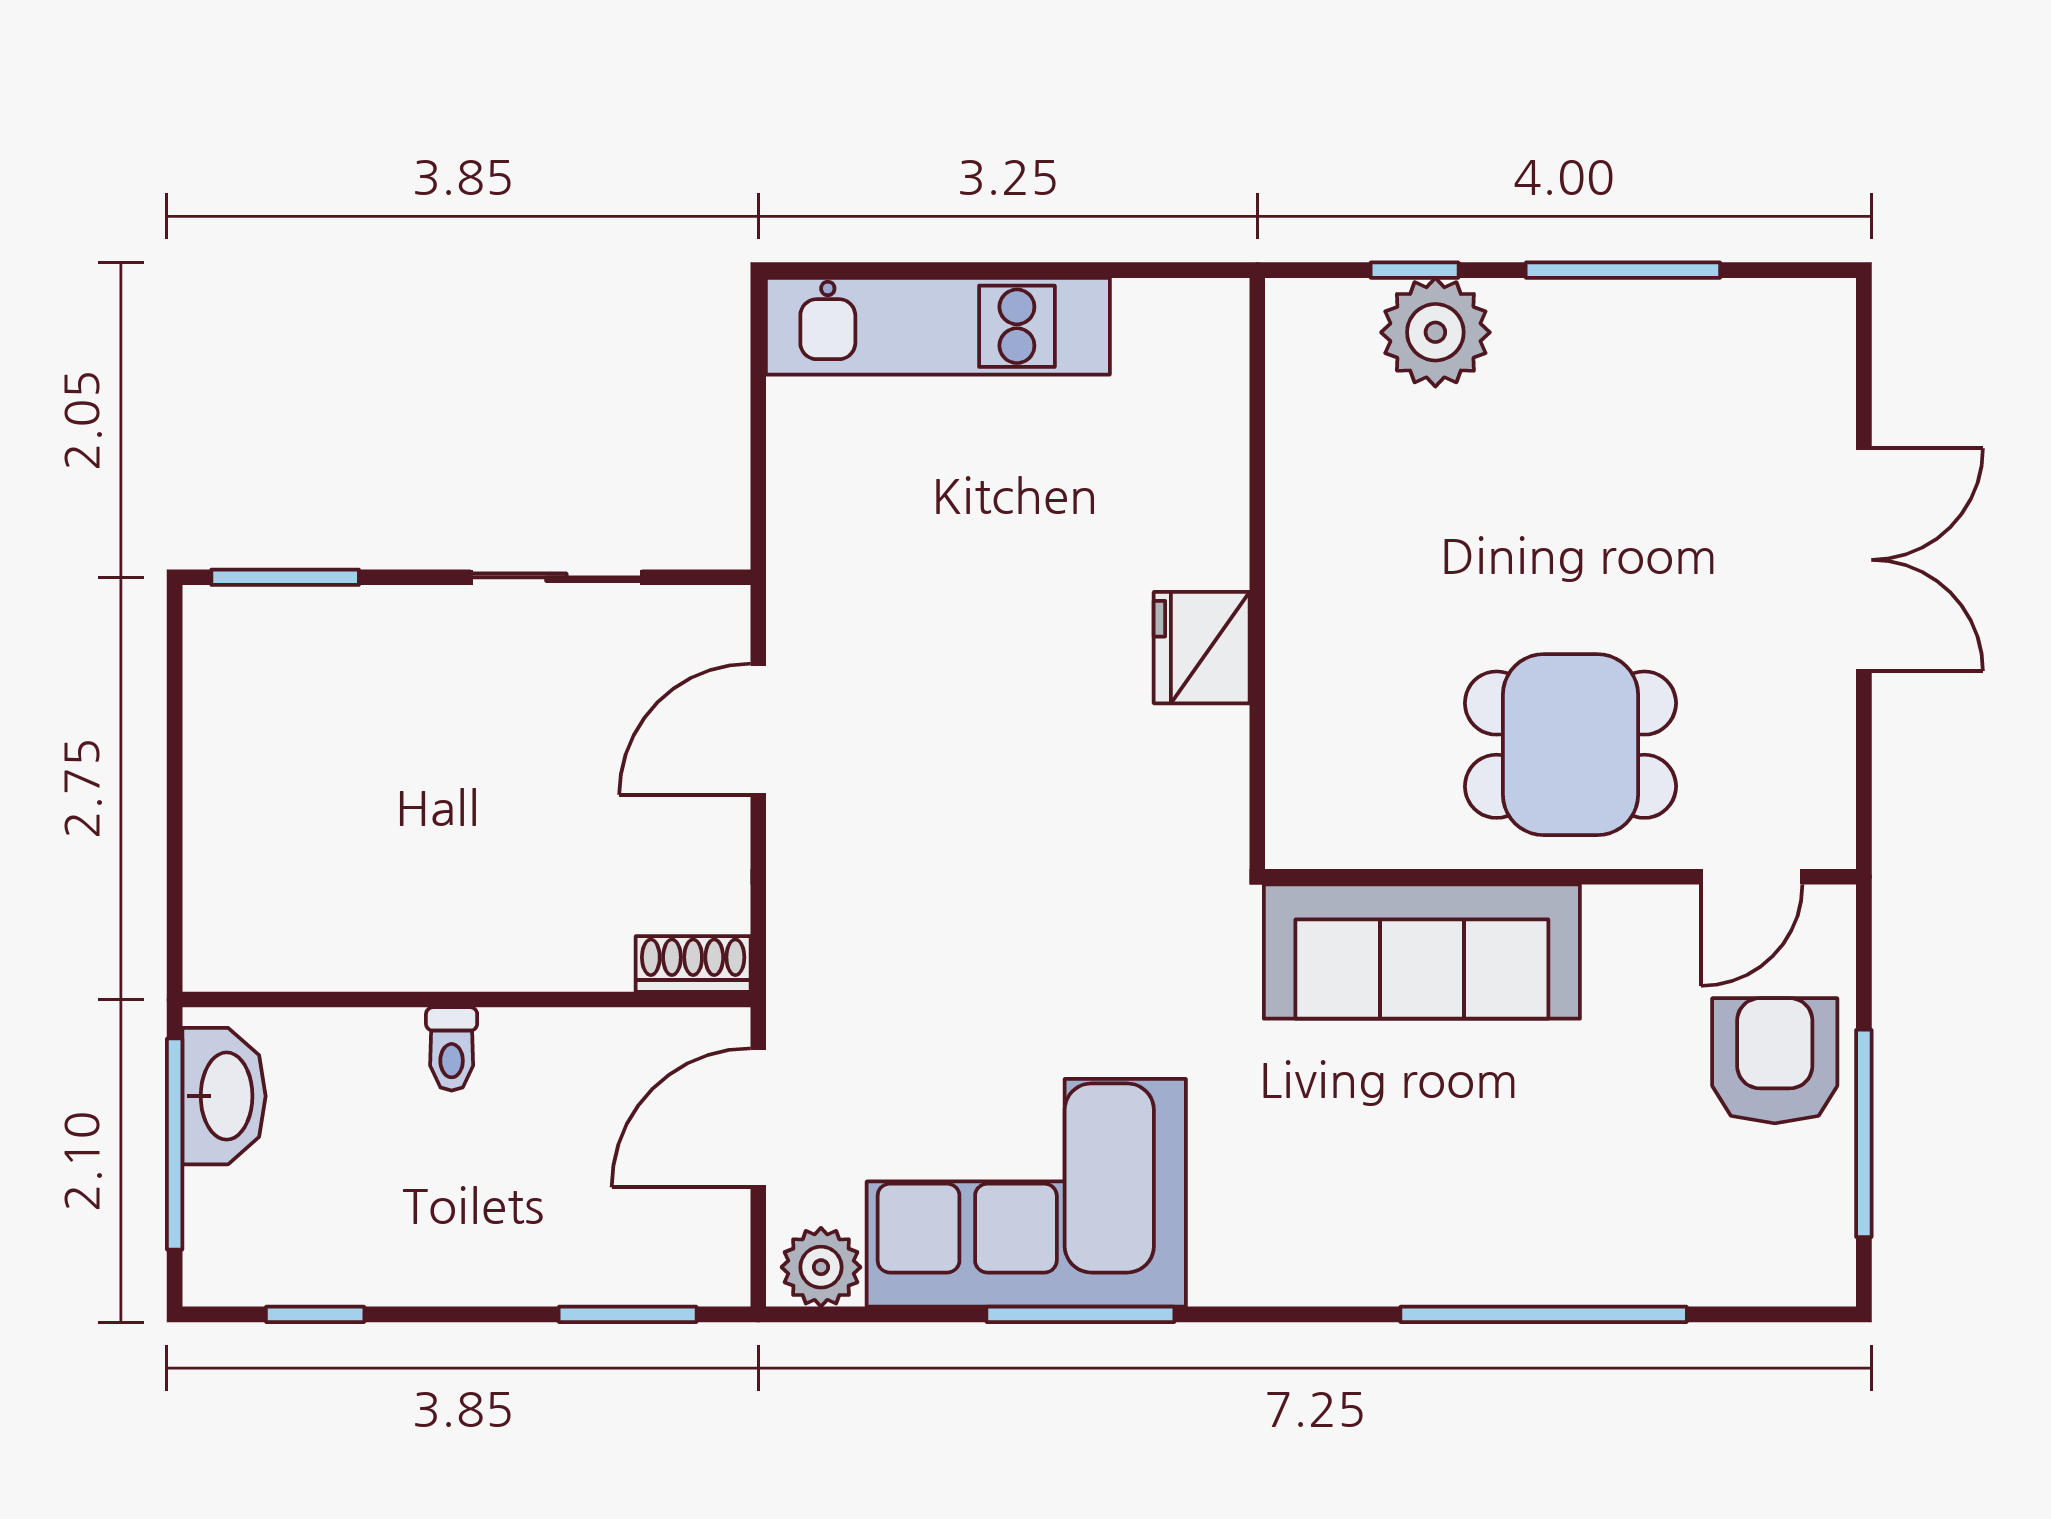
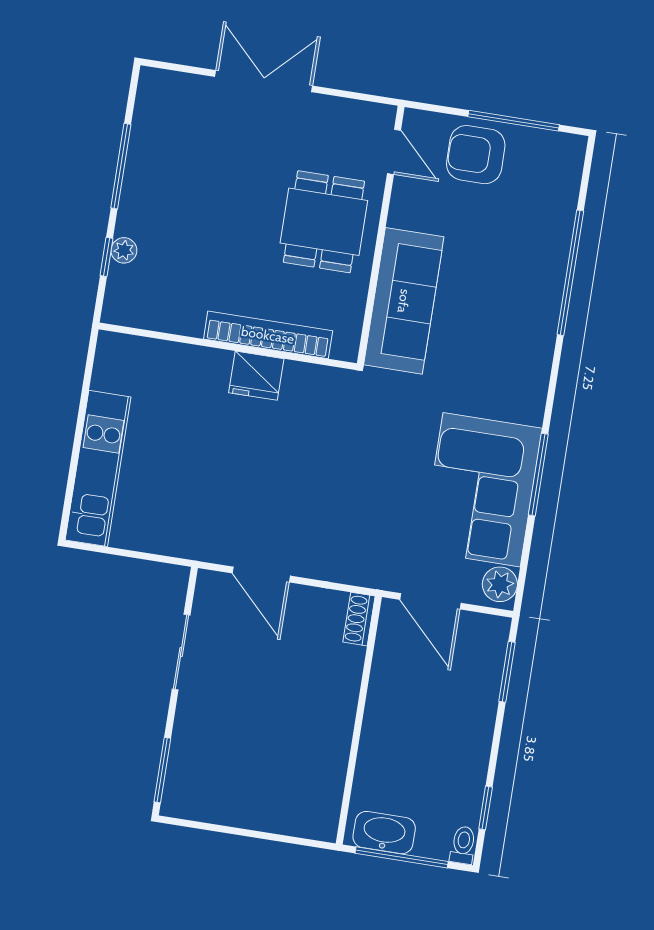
plant: (1435, 332) -> (124, 250), width x0.53, depth x0.53
bookcase: (1297, 660) -> (268, 335), added
toilet: (452, 1049) -> (463, 845), moved, turned -90

